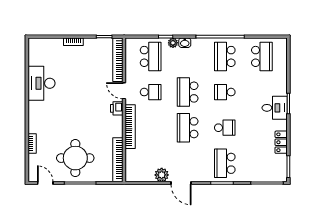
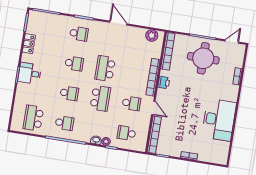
school desk: (151, 56) -> (127, 133), width x0.54
school desk: (225, 56) -> (64, 123), width x0.54
desk: (41, 83) -> (219, 120), width x1.36, depth x1.30
school desk: (151, 92) -> (131, 103), turned 180
printer: (117, 108) -> (164, 82), moved
school desk: (188, 128) -> (105, 68), turned 180
school desk: (225, 128) -> (74, 63), turned 180
school desk: (225, 163) -> (79, 34), width x0.54
plant: (162, 175) -> (152, 36), moved
door: (45, 183) -> (232, 41), swing flipped

